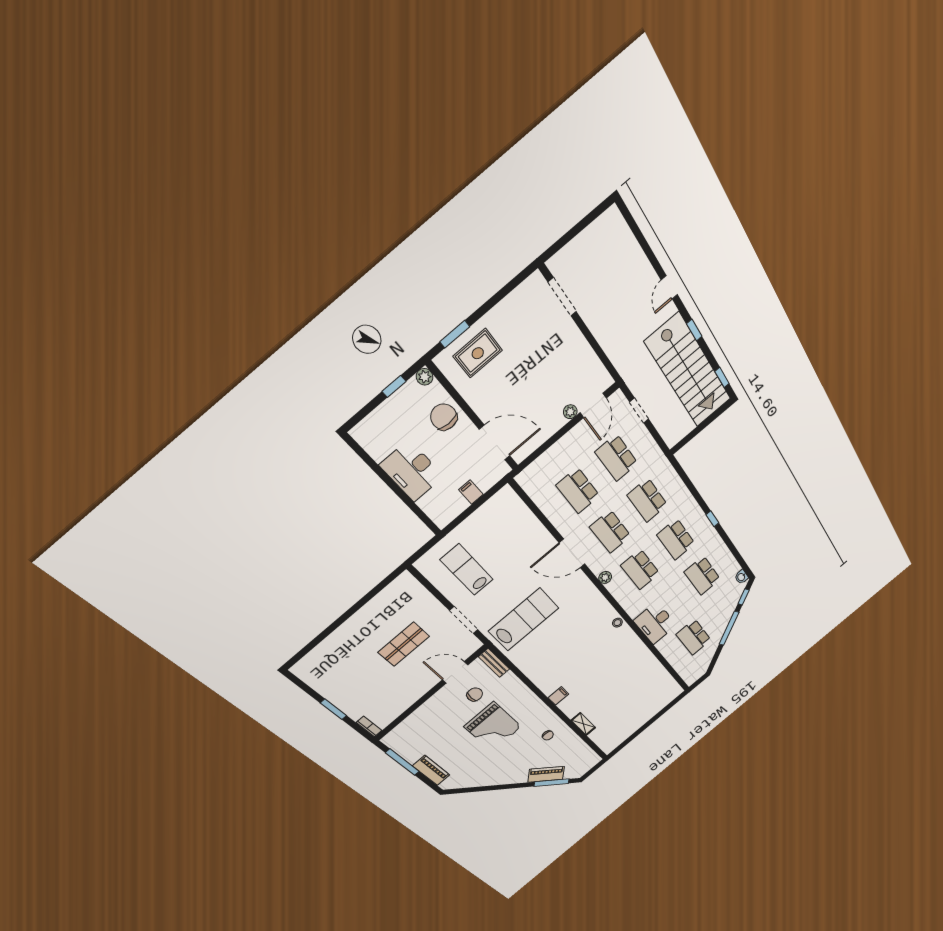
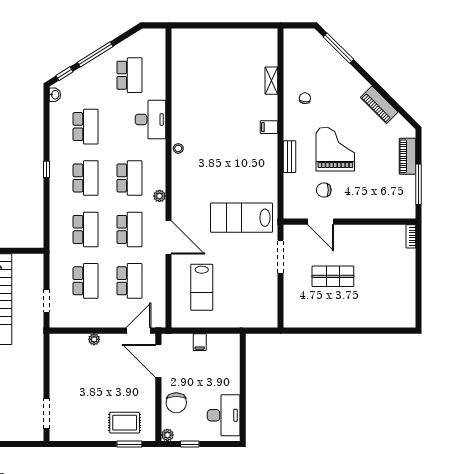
door: (593, 405) -> (139, 331), moved
desk: (412, 471) -> (224, 415), moved
lab bench: (467, 570) -> (202, 287), moved
bench: (494, 663) -> (289, 157), moved
window: (333, 709) -> (419, 272), removed
piano: (546, 774) -> (379, 105), moved

